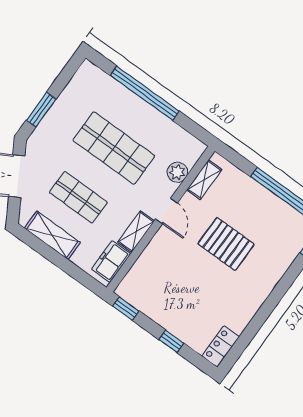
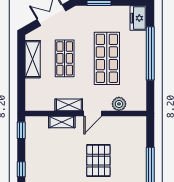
shelving: (204, 180) -> (62, 122), moved
freezer: (111, 262) -> (138, 18), moved, turned -90

